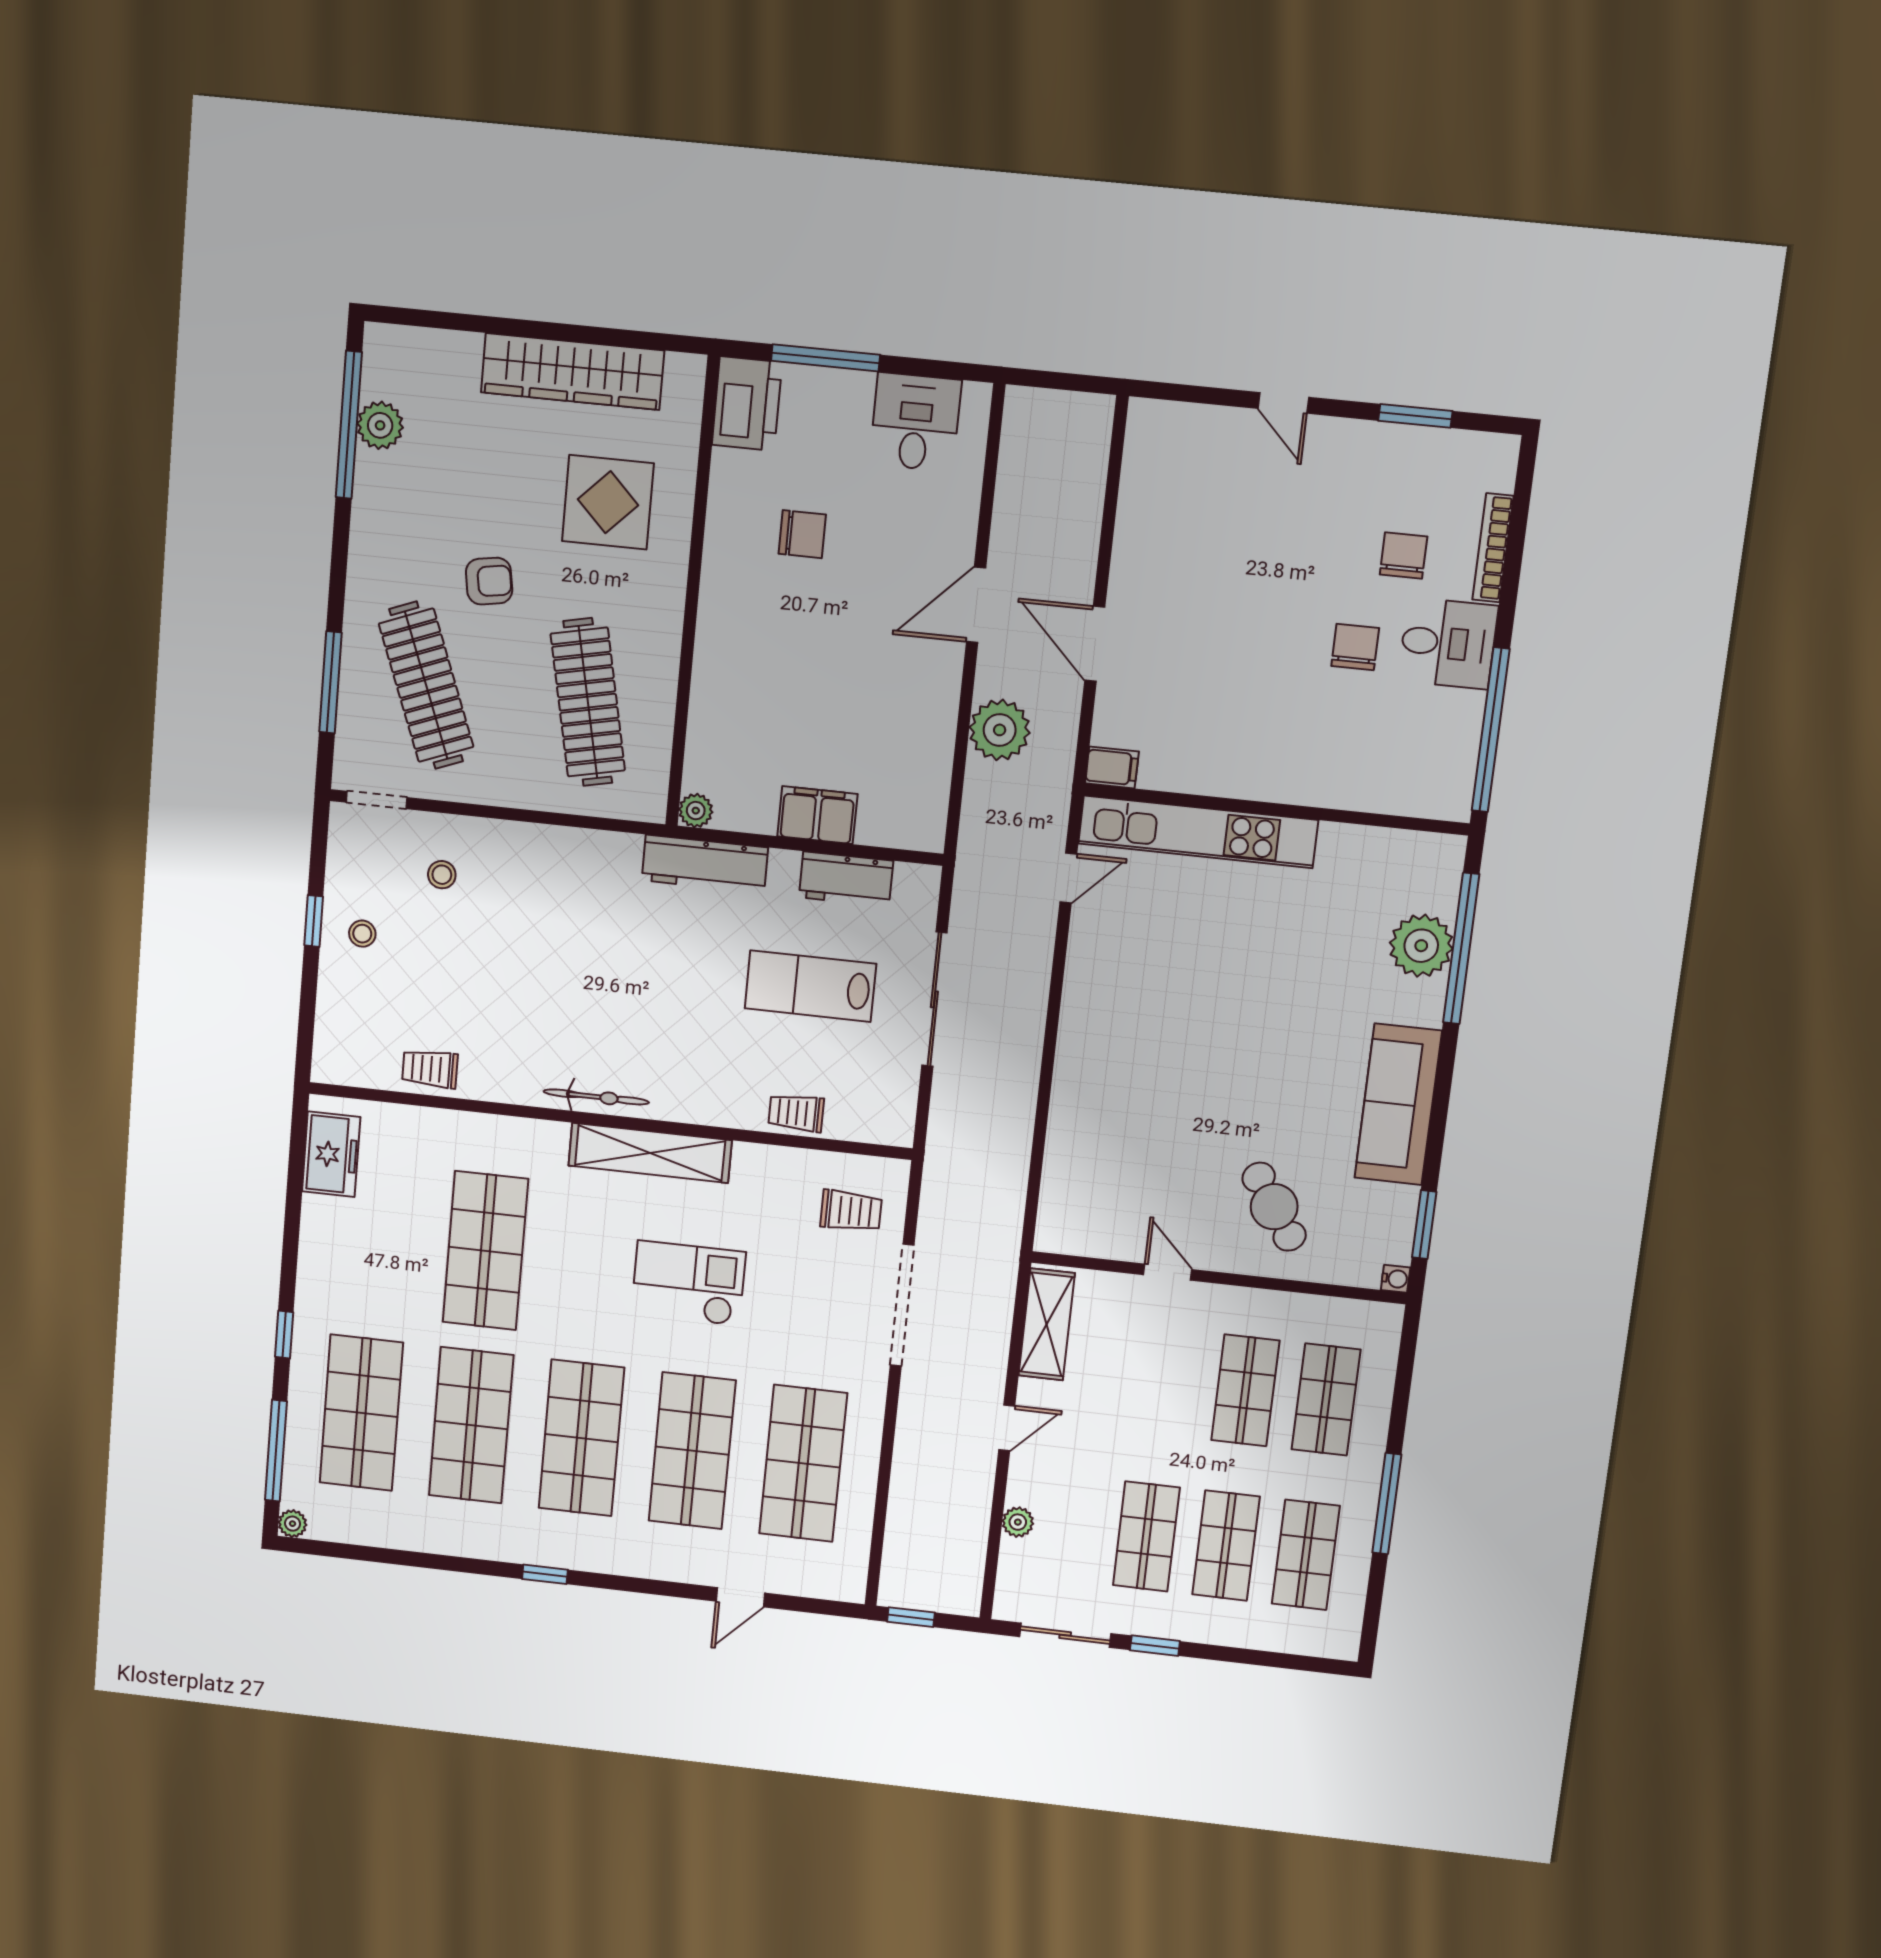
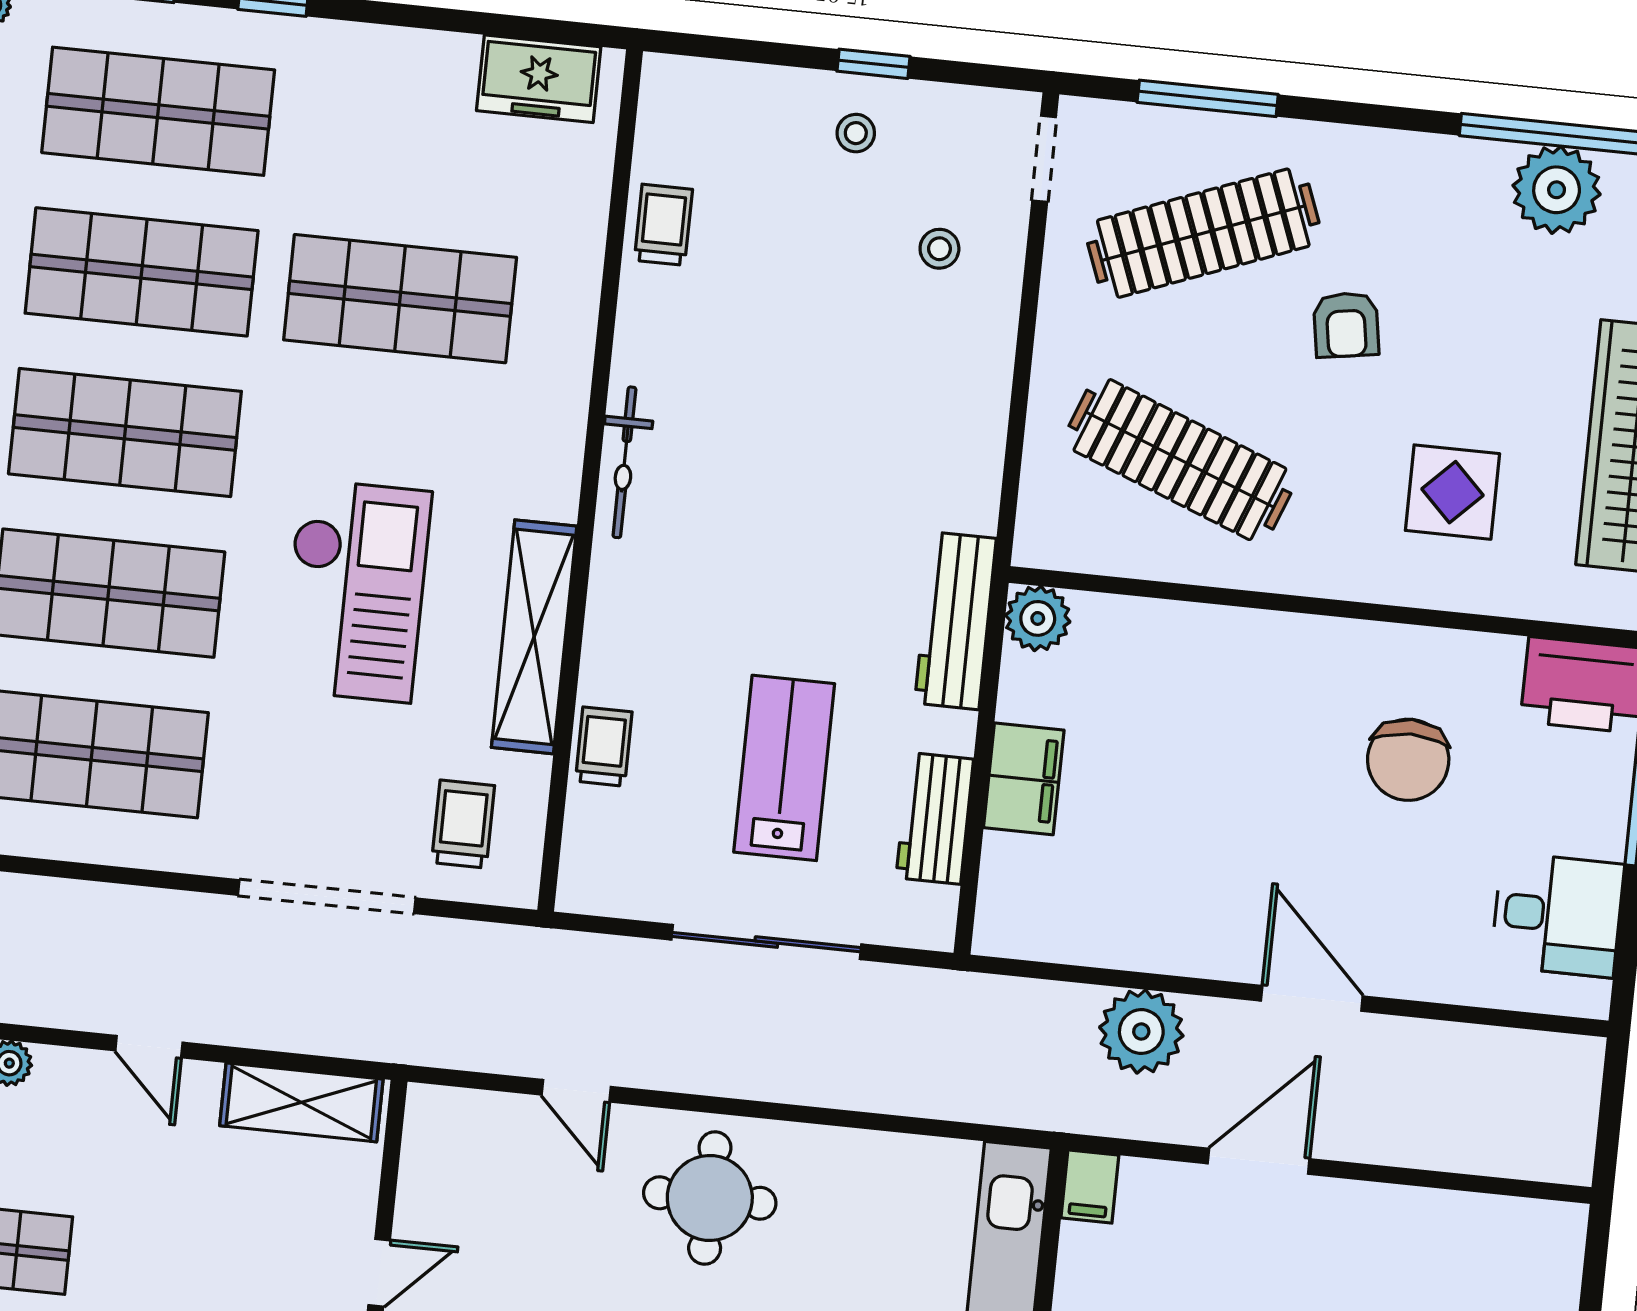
plant: (380, 425) -> (1557, 190), width x1.36, depth x1.36
display table: (608, 502) -> (1452, 492), width x0.73, depth x0.73
chair: (802, 534) -> (1408, 760), width x1.37, depth x1.37
clothes rail: (588, 702) -> (1180, 460), turned 33
plant: (696, 811) -> (1038, 618), width x1.38, depth x1.38
door: (1068, 878) -> (576, 1091), moved
round table: (1117, 1040) -> (710, 1198), added
shelving: (650, 1153) -> (534, 637), moved
trolley: (851, 1211) -> (463, 824), turned 180
checkout: (688, 1283) -> (356, 591), width x1.36, depth x1.21

